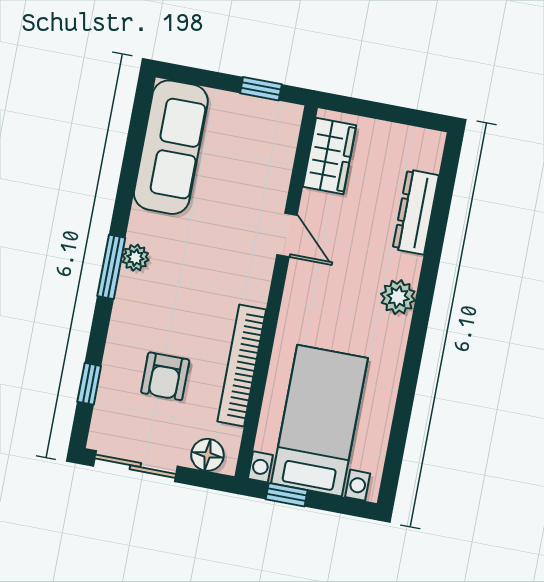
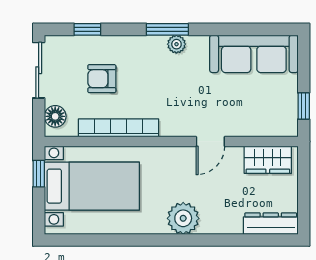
dresser: (416, 212) -> (271, 224), moved
plant: (398, 297) -> (183, 218), width x1.36, depth x1.36

